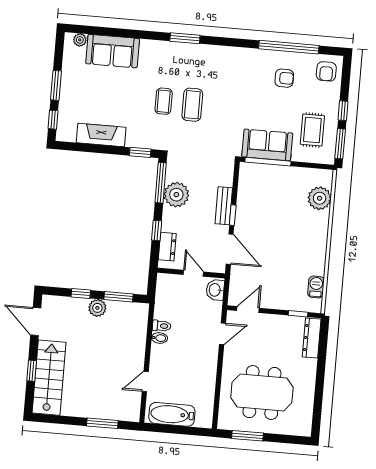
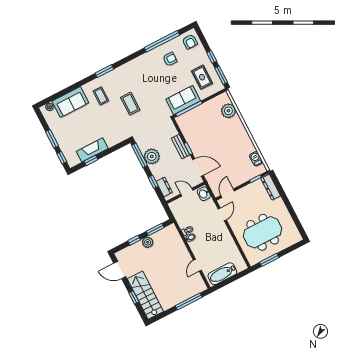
coffee table: (164, 101) -> (101, 96), moved
window: (140, 152) -> (91, 160), moved
window: (102, 423) -> (189, 302), width x1.44

